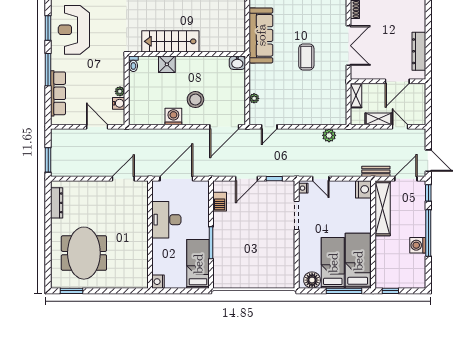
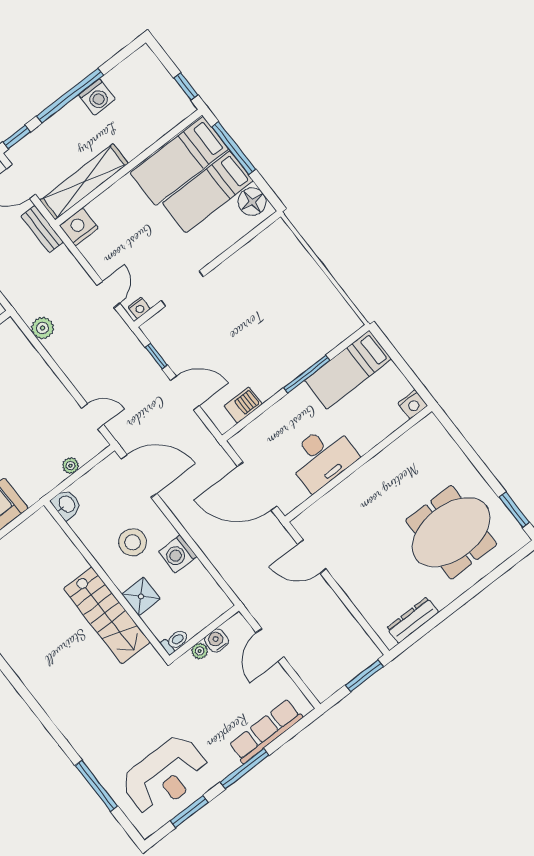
stairs: (170, 41) -> (107, 615), moved
wall: (187, 54) -> (107, 580), moved
washbasin: (237, 63) -> (66, 504), moved
toilet: (133, 64) -> (175, 641), moved
shower: (167, 64) -> (141, 596), moved

